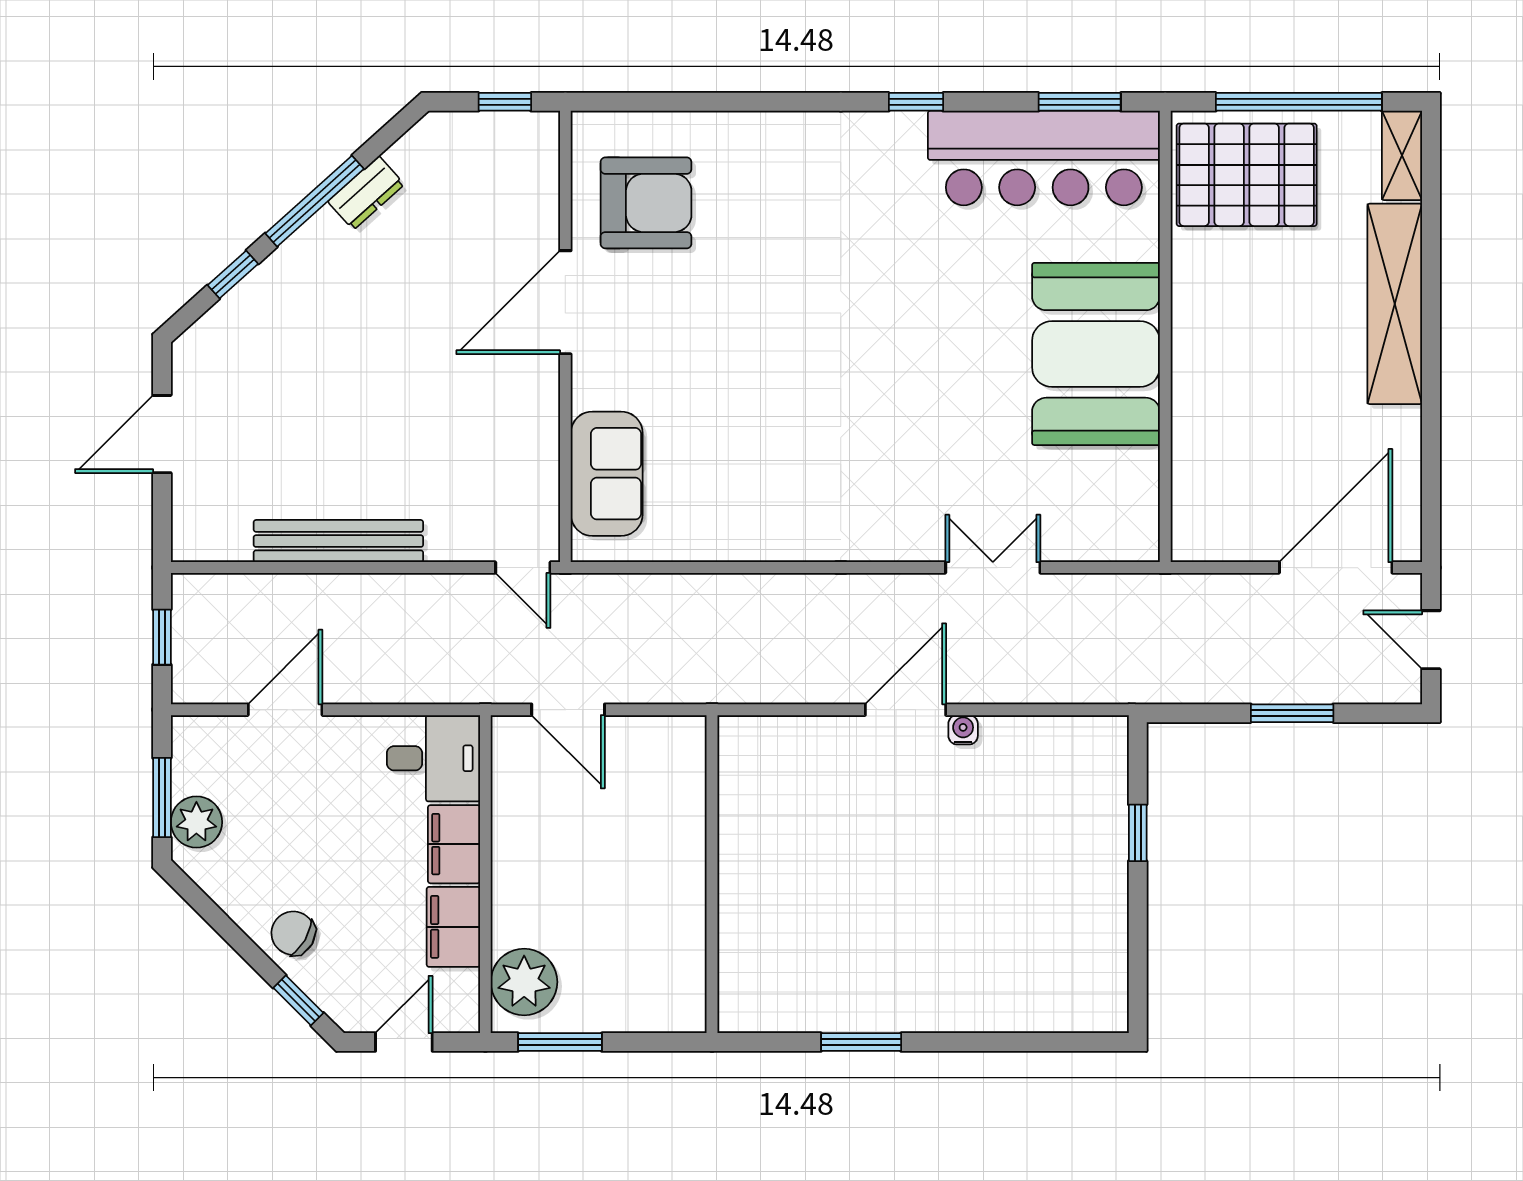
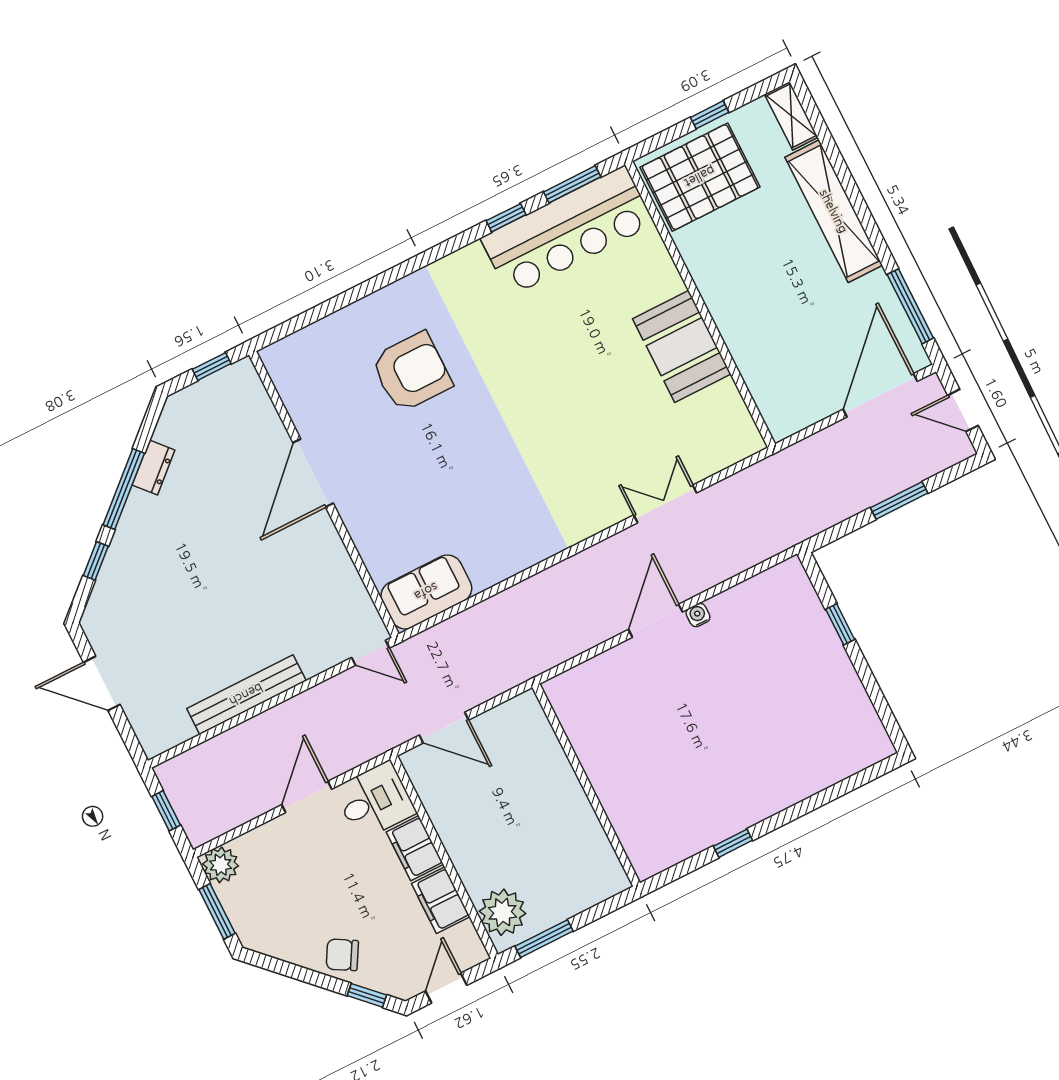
window: (916, 102) -> (506, 218), moved
window: (1299, 102) -> (710, 115), width x0.32
armchair: (646, 203) -> (411, 372), moved
booth: (1096, 354) -> (682, 346), width x0.73, depth x0.70
door: (162, 434) -> (102, 683), hinge flipped
sofa: (607, 474) -> (426, 592), moved, turned -90
window: (1431, 474) -> (910, 306), added
door: (285, 710) -> (307, 797), moved
plant: (196, 822) -> (221, 865), moved
window: (861, 1042) -> (733, 843), width x0.67

